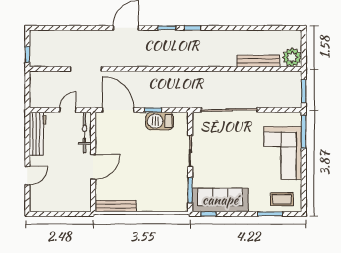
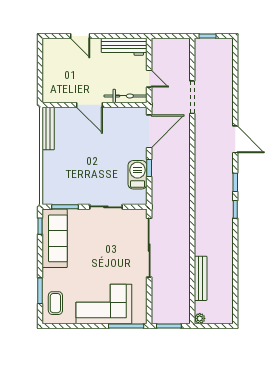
plant: (292, 57) -> (200, 318), width x0.53, depth x0.53

